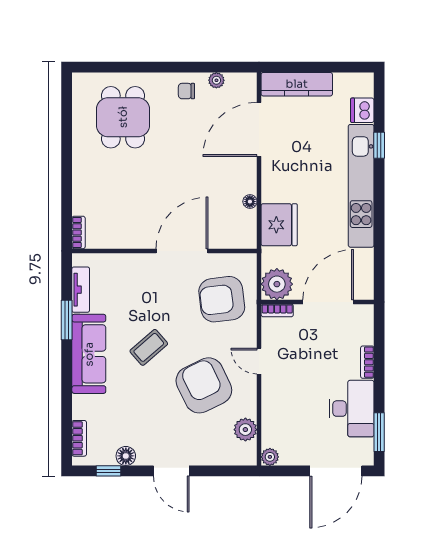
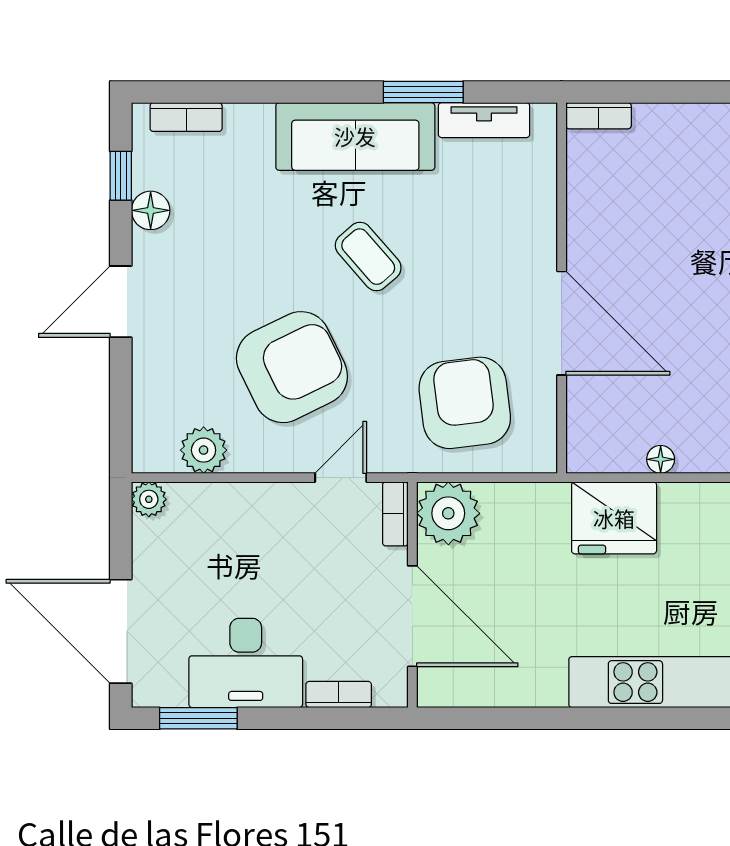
plant: (277, 284) -> (448, 513), moved
wall: (317, 302) -> (412, 595), moved
door: (328, 302) -> (412, 616), moved
bookcase: (277, 310) -> (395, 514), moved

